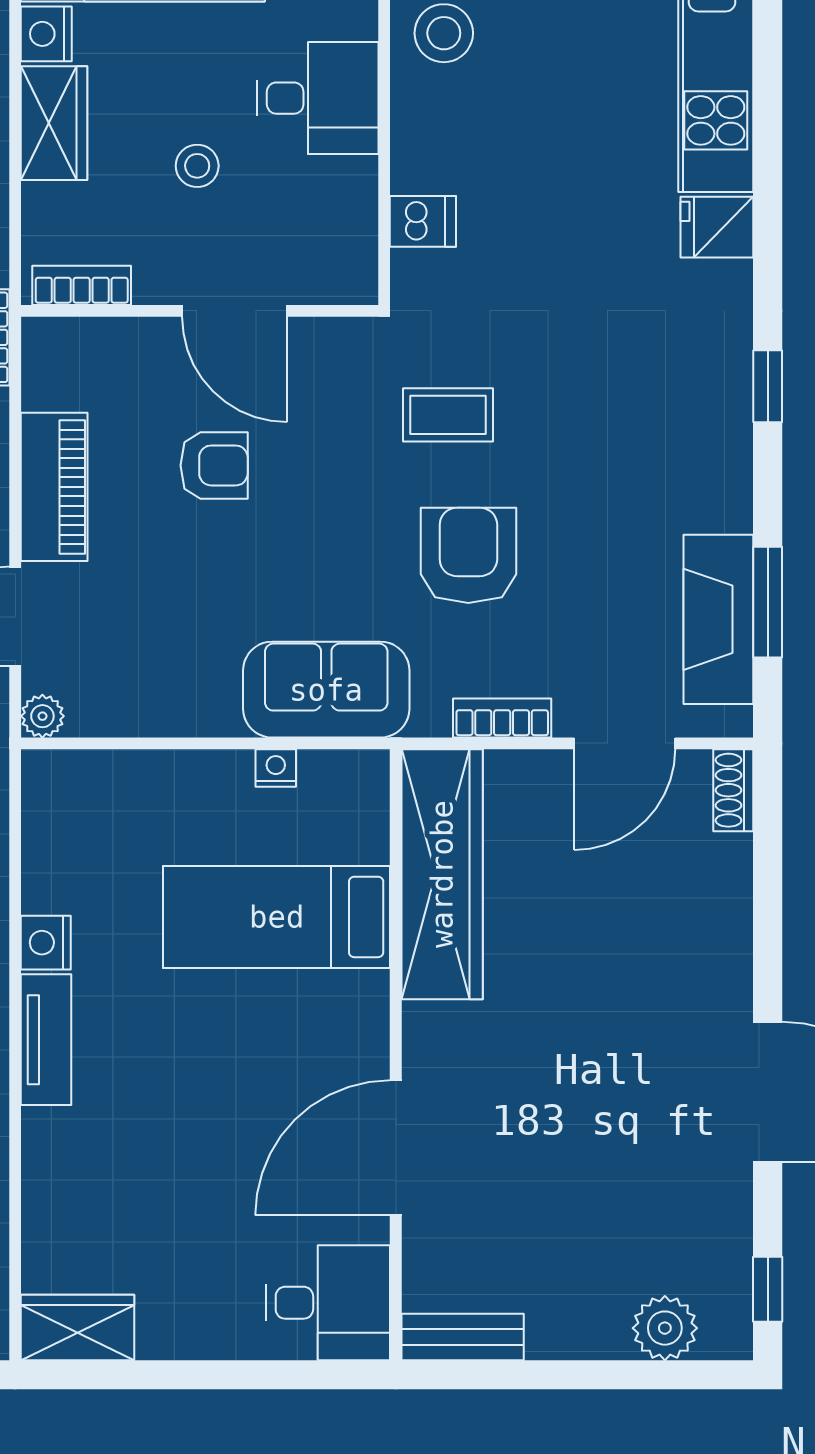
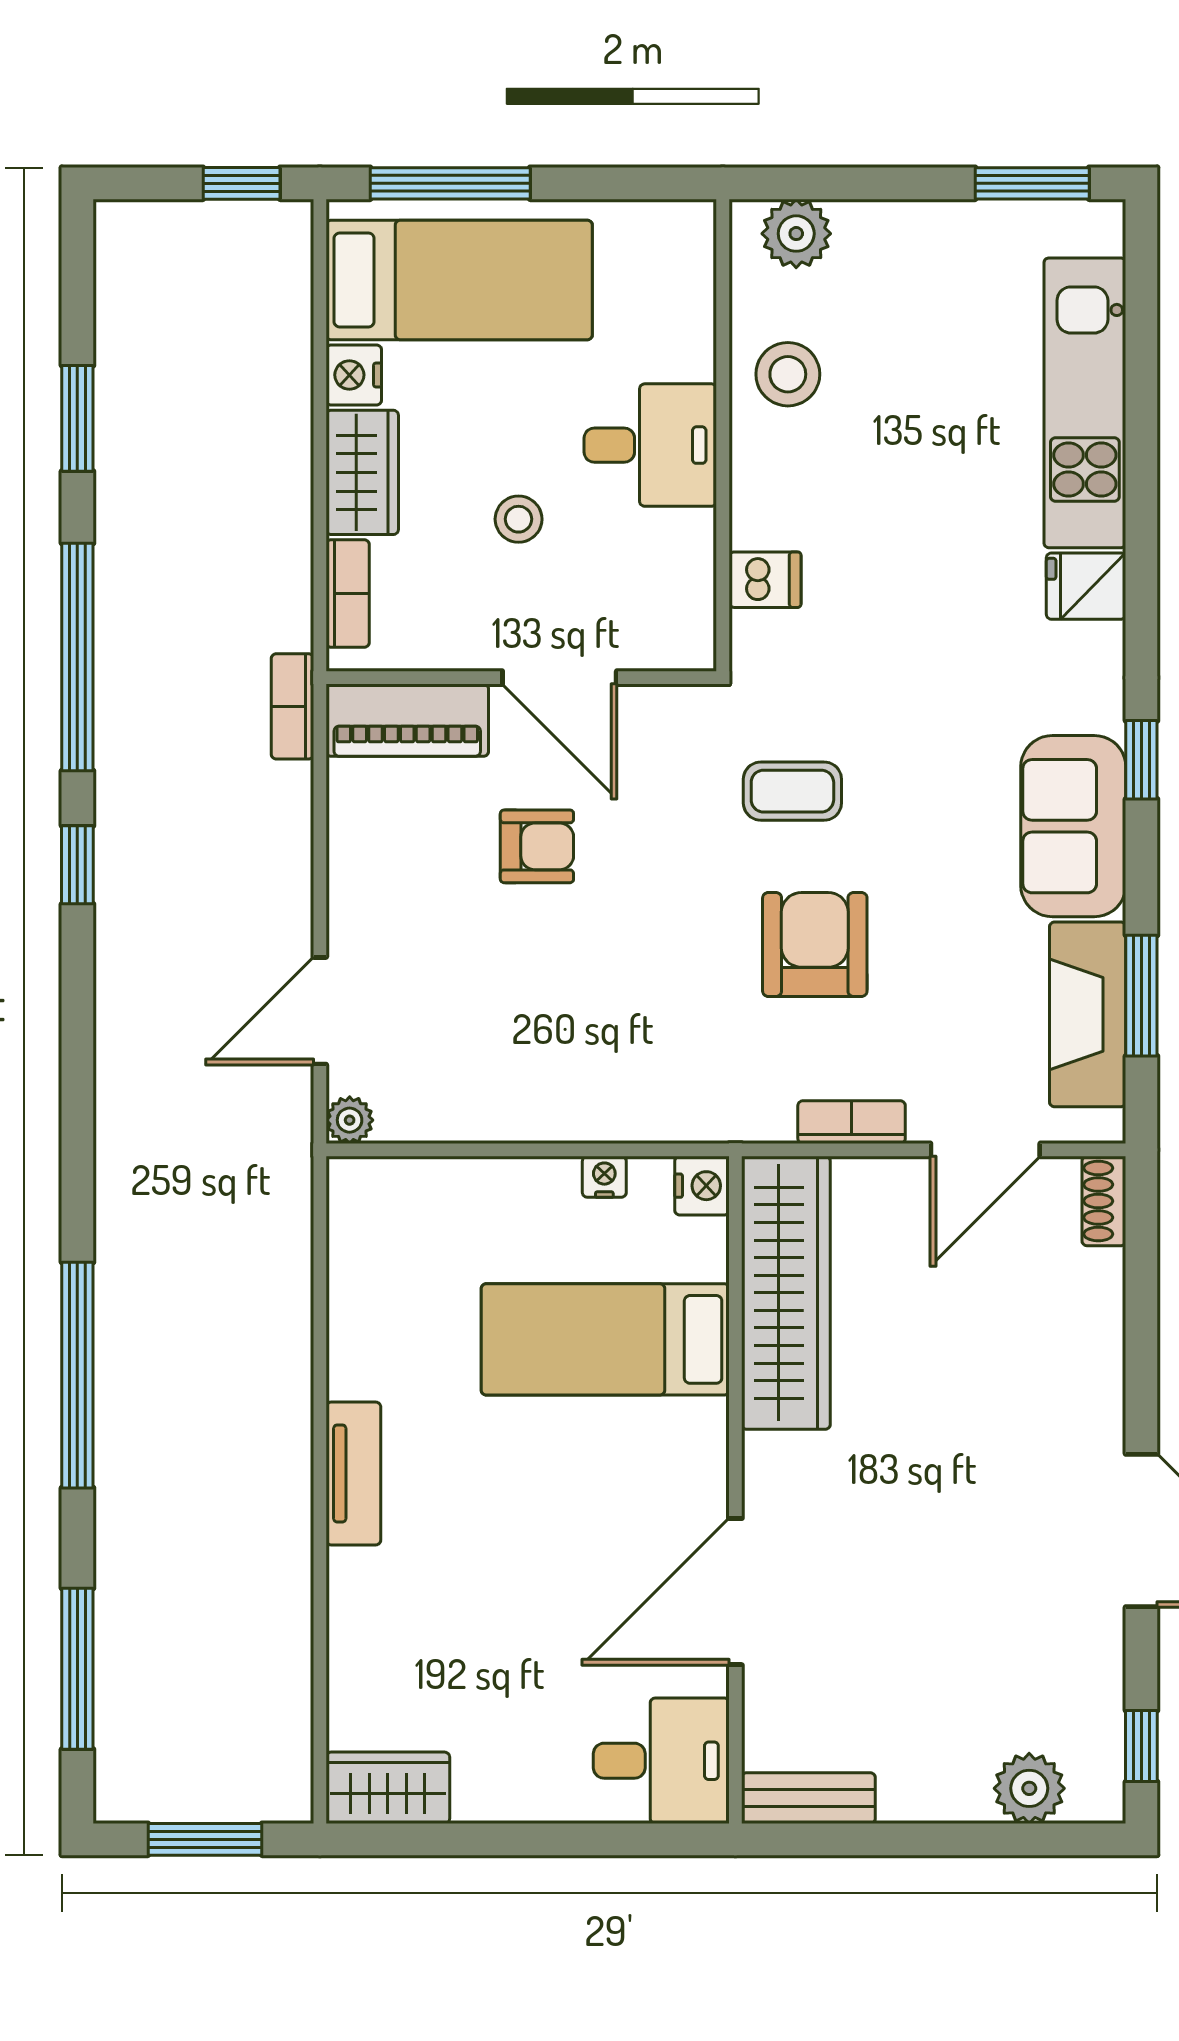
bookcase: (82, 285) -> (348, 594), moved, turned 90
piano: (54, 487) -> (407, 720), moved, turned 90
sofa: (326, 690) -> (1073, 826), moved, turned -90
nightstand: (46, 943) -> (702, 1186), moved, turned 180

